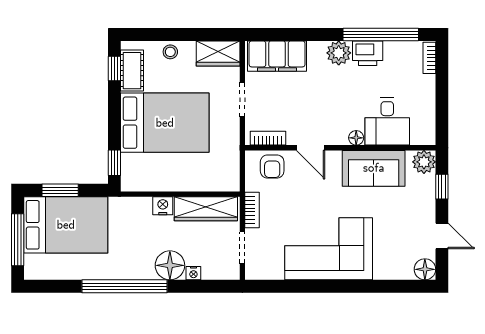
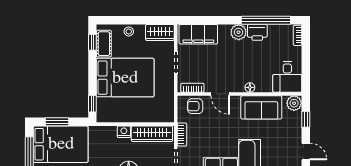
desk: (387, 121) -> (287, 77), moved
armchair: (272, 166) -> (195, 106), turned 90

